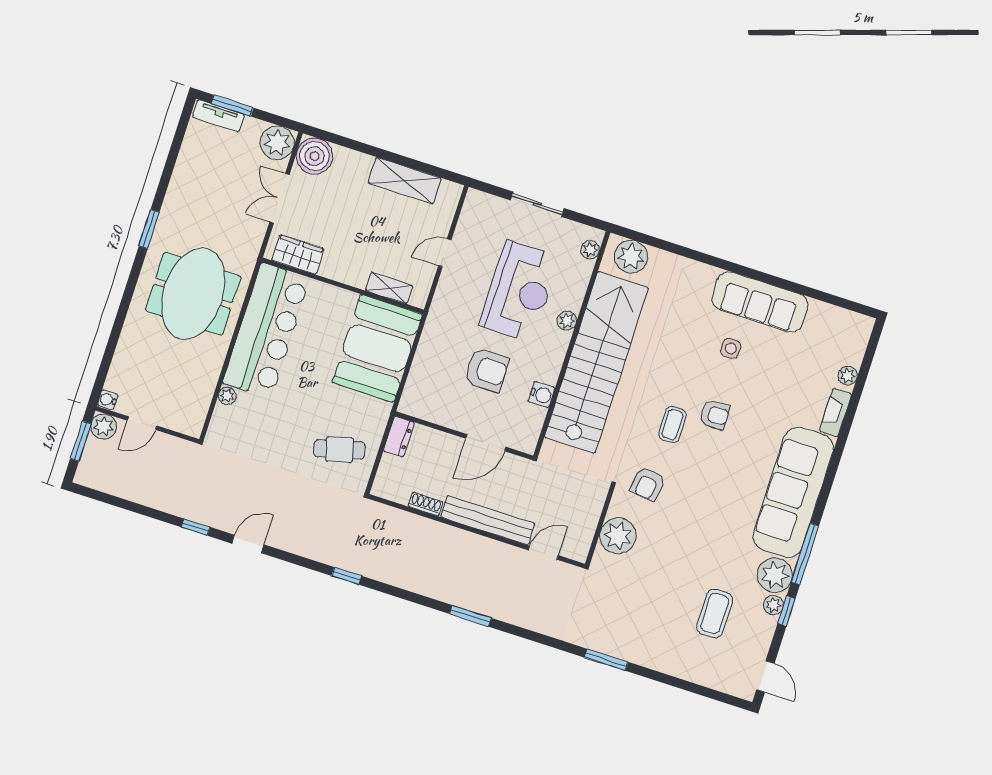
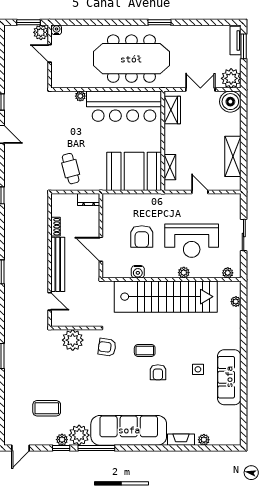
plant: (631, 257) -> (236, 302), width x0.53, depth x0.53
meeting table: (193, 294) -> (131, 59), width x1.36

